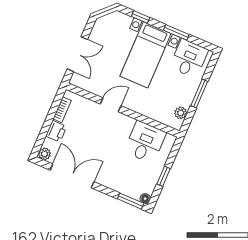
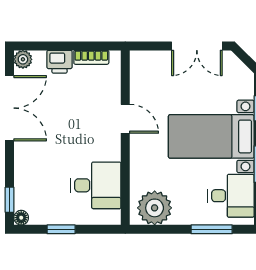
double door: (77, 54) -> (197, 46), moved
window: (199, 93) -> (212, 229), moved
plant: (181, 113) -> (155, 208), width x1.88, depth x1.88
window: (131, 201) -> (10, 200), width x0.67

